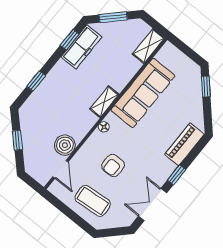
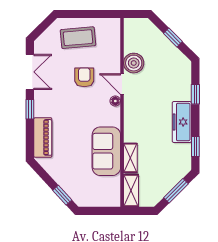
freezer: (81, 47) -> (182, 122), moved
sofa: (143, 93) -> (106, 151), width x0.73
shelving: (104, 102) -> (130, 158), moved
door: (60, 169) -> (122, 84), moved

